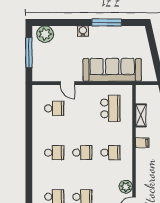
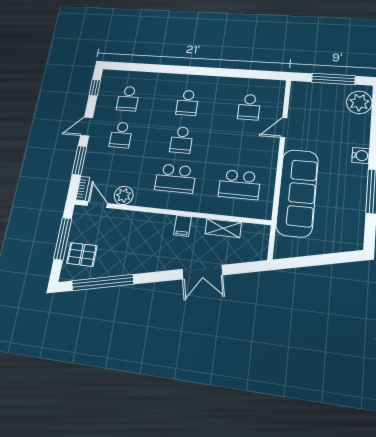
school desk: (110, 153) -> (175, 178), width x1.85

